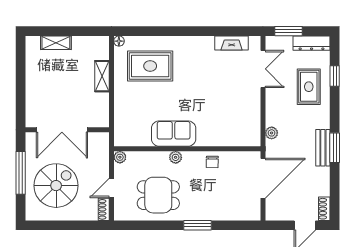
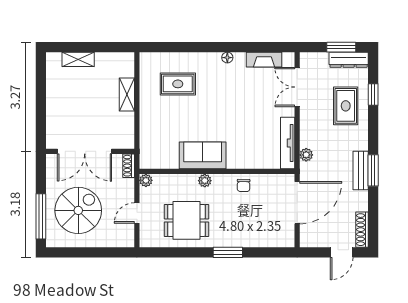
window: (289, 31) -> (341, 47), moved
floor lamp: (119, 41) -> (227, 58), moved
rug: (150, 66) -> (178, 84), width x0.73, depth x0.70
double door: (263, 69) -> (297, 87), swing flipped
tv unit: (254, 122) -> (288, 143), added
window: (21, 173) -> (41, 216), moved
shoe rack: (104, 209) -> (129, 166), moved
shoe rack: (324, 209) -> (362, 230), width x1.43

